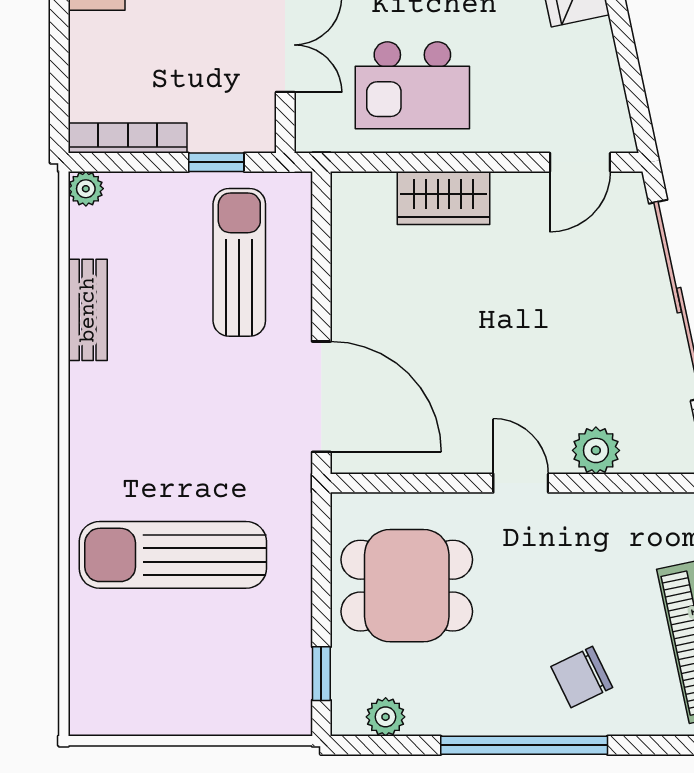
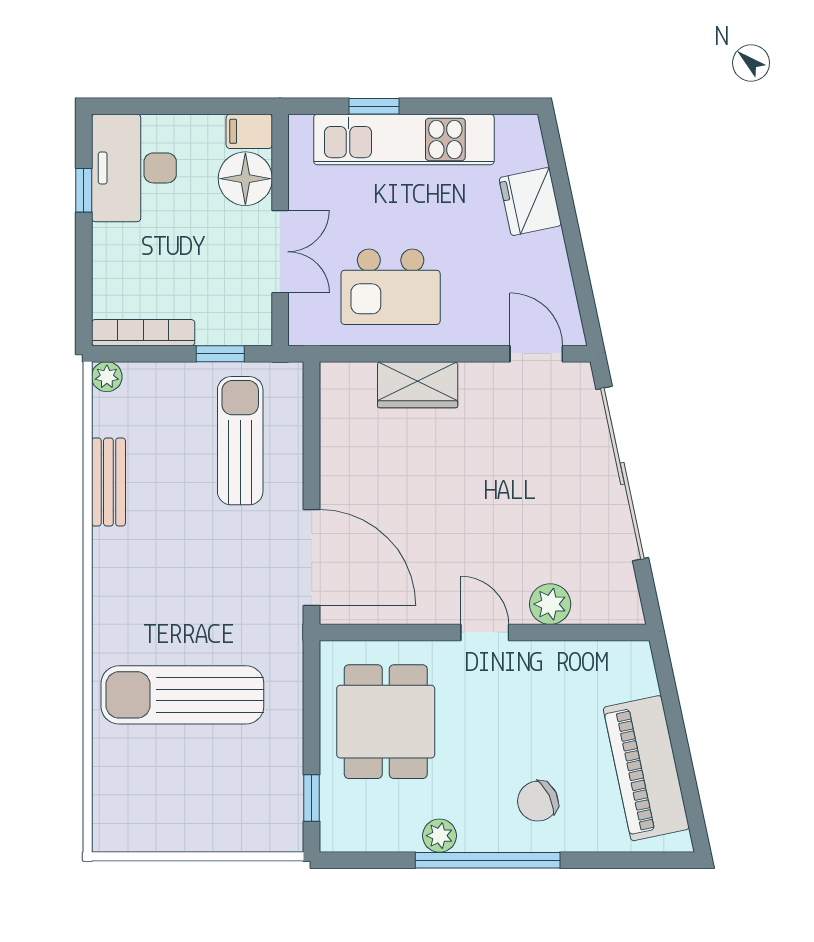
door: (580, 162) -> (536, 354), swing flipped
dining table: (407, 586) -> (386, 722), turned 90
plant: (386, 717) -> (440, 836), moved

